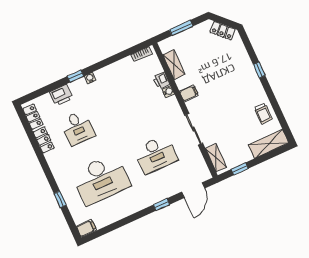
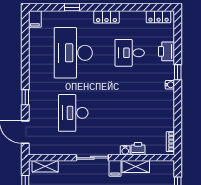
shelving: (174, 65) -> (136, 167), moved
sliding door: (194, 129) -> (92, 158), moved
locker: (44, 140) -> (107, 17), moved

